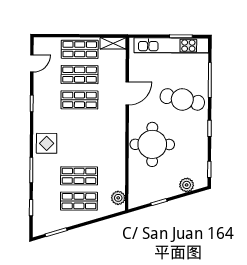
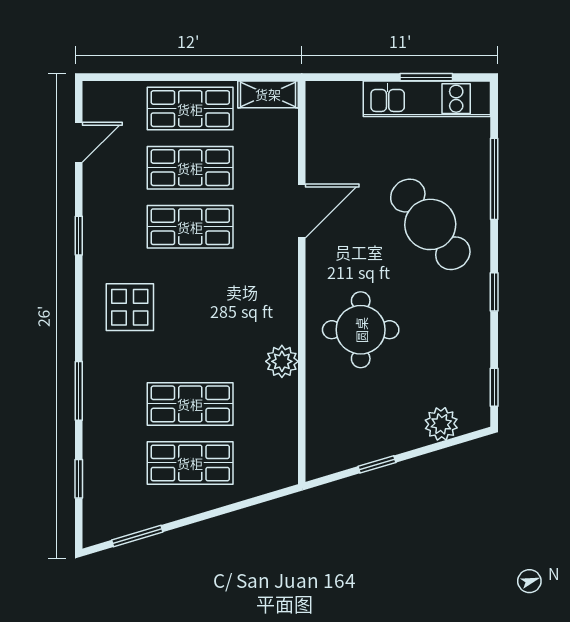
kitchen unit: (171, 45) -> (427, 99), width x0.73
cafe table: (182, 99) -> (430, 224), turned 40
display table: (47, 143) -> (130, 307), moved
round table: (152, 144) -> (361, 330), width x0.73, depth x0.73
plant: (118, 198) -> (282, 361), moved

